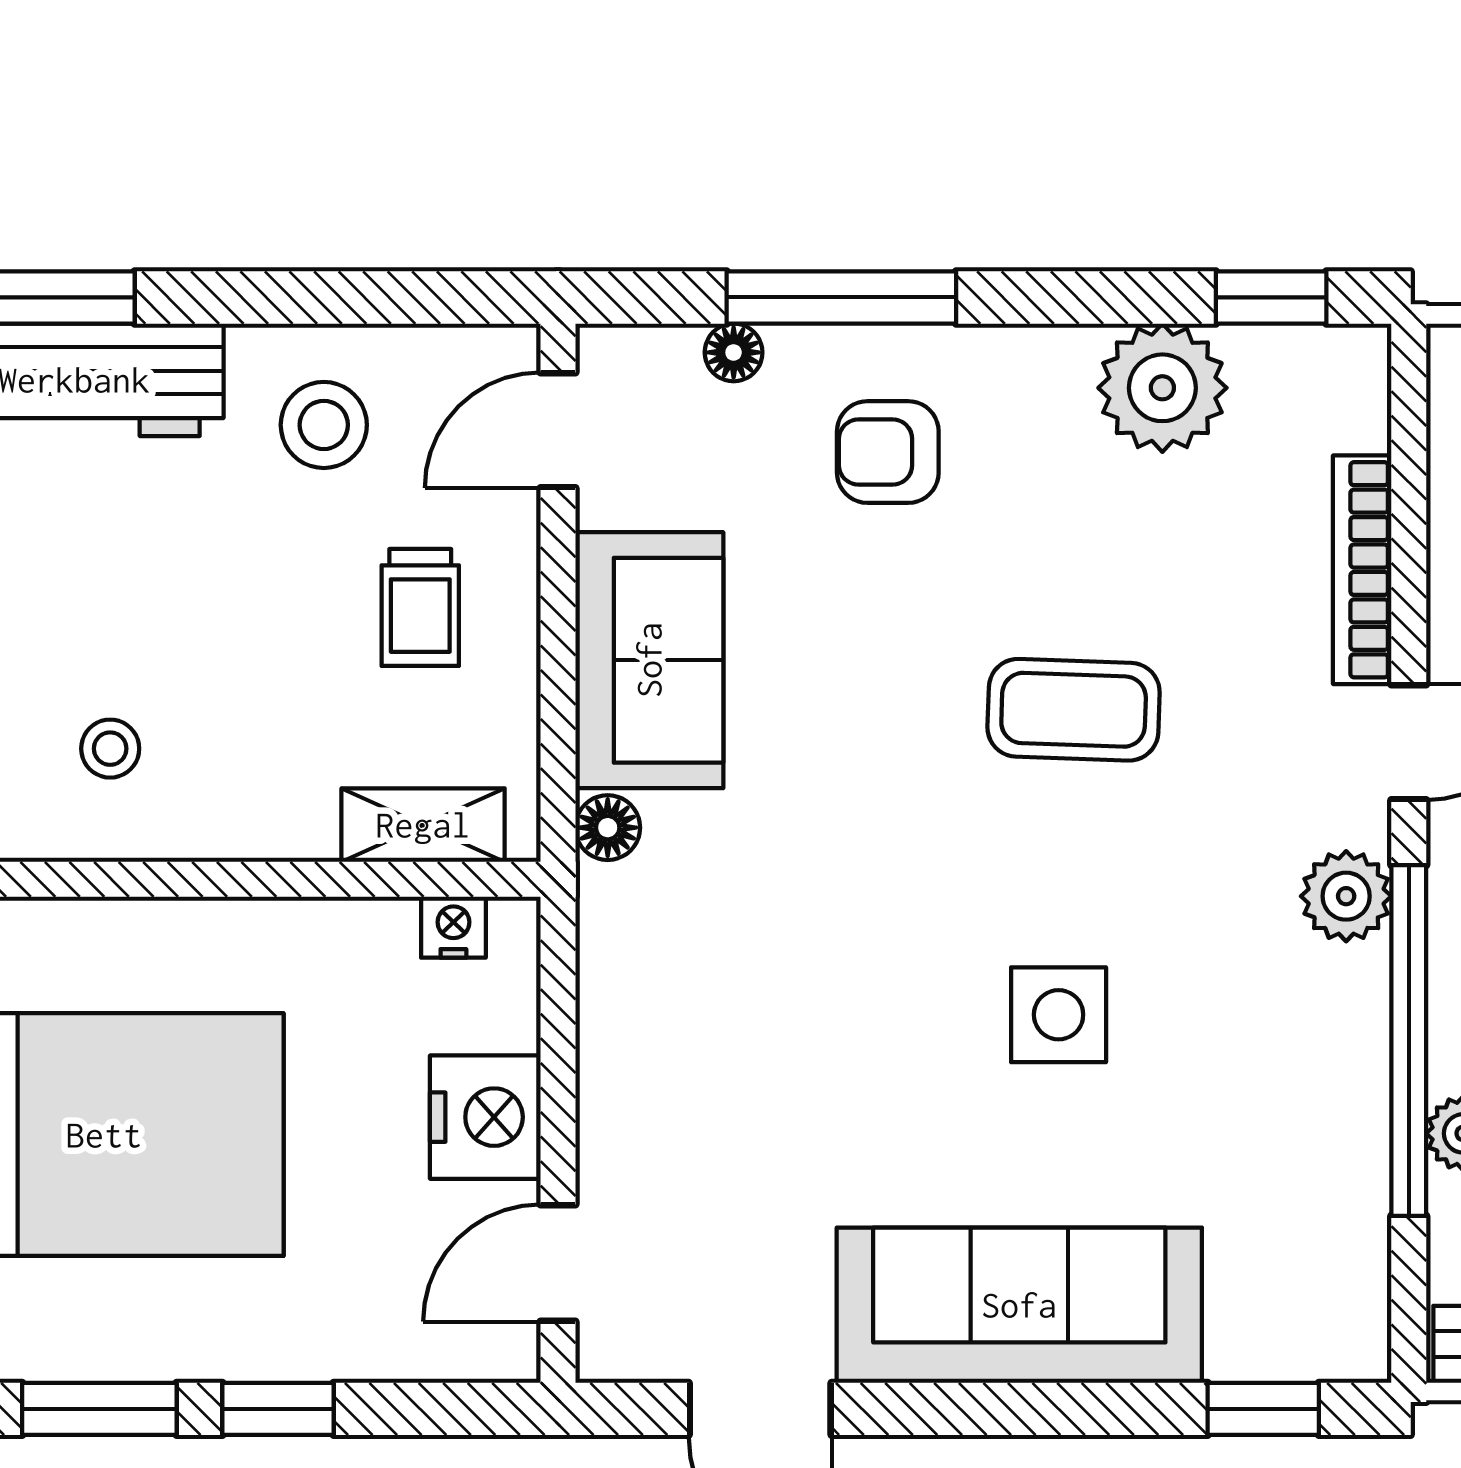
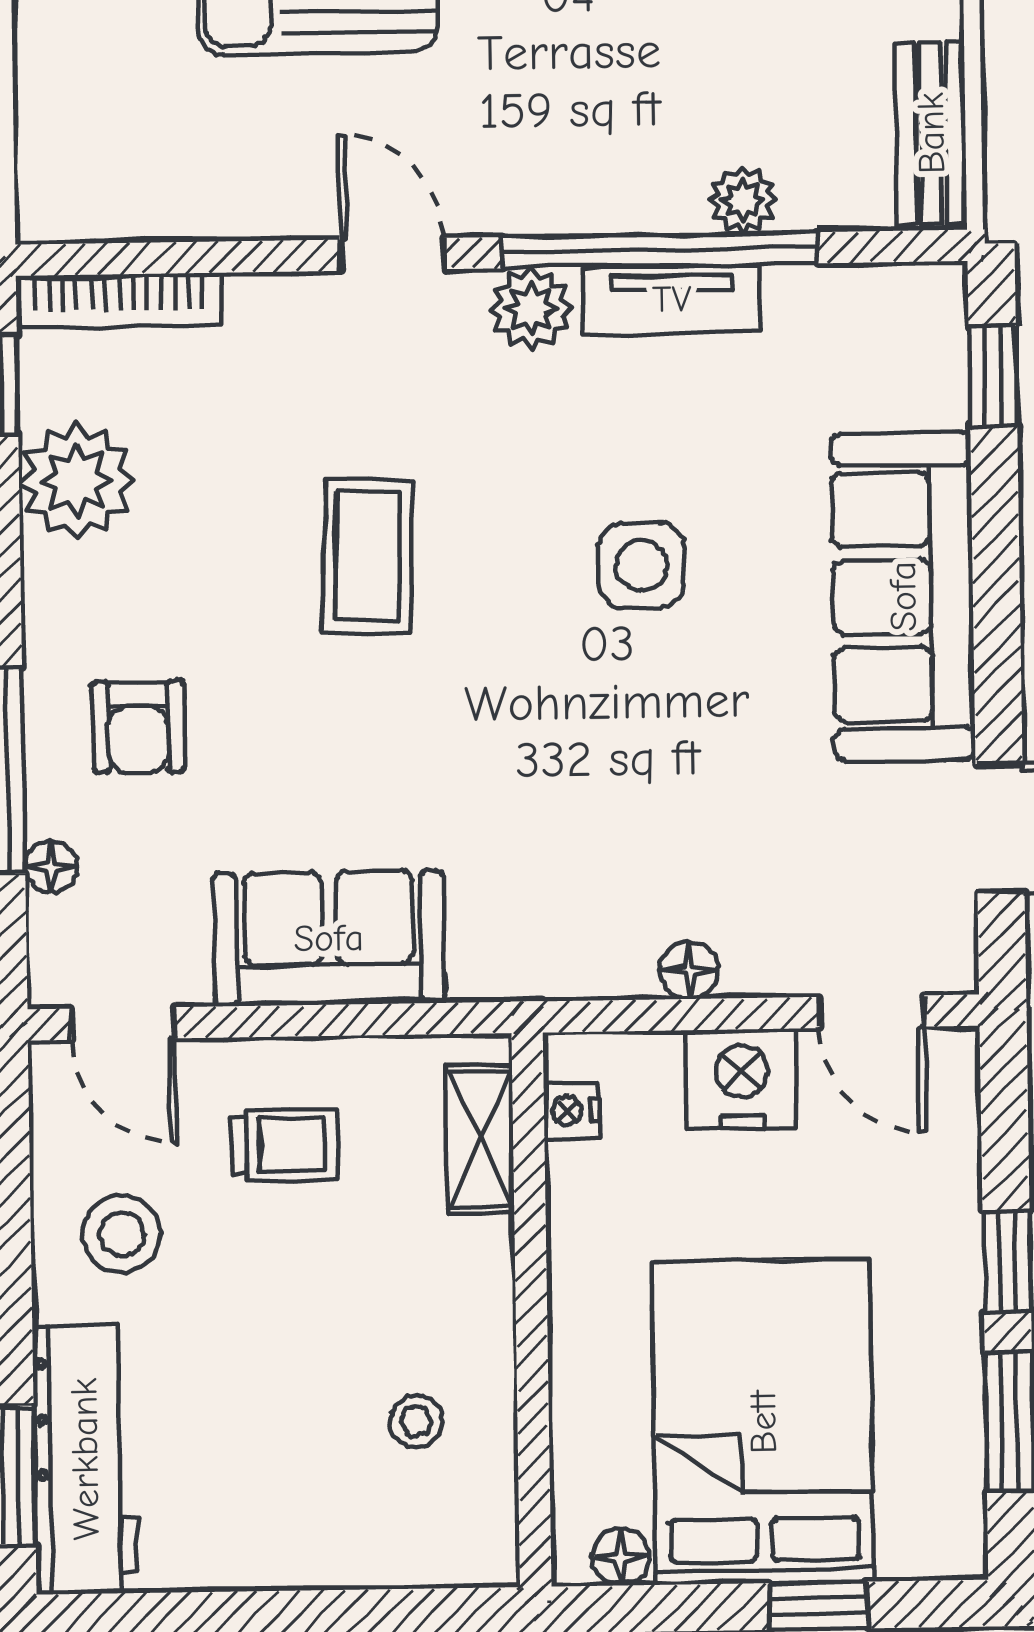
bookcase: (1362, 570) -> (119, 301), moved
floor lamp: (608, 828) -> (689, 970), moved
tv unit: (1354, 1053) -> (672, 299), added

